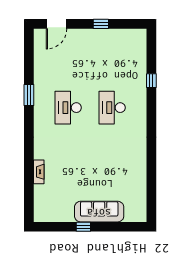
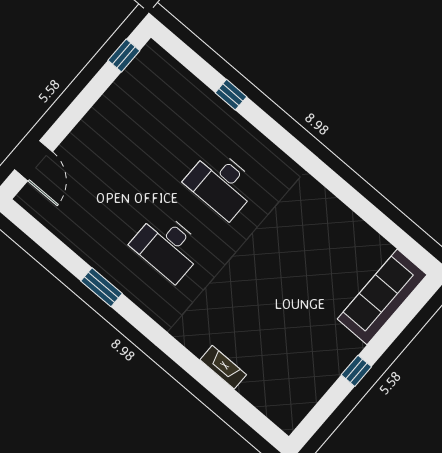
window: (101, 24) -> (124, 56), moved
sofa: (99, 212) -> (382, 297), moved

